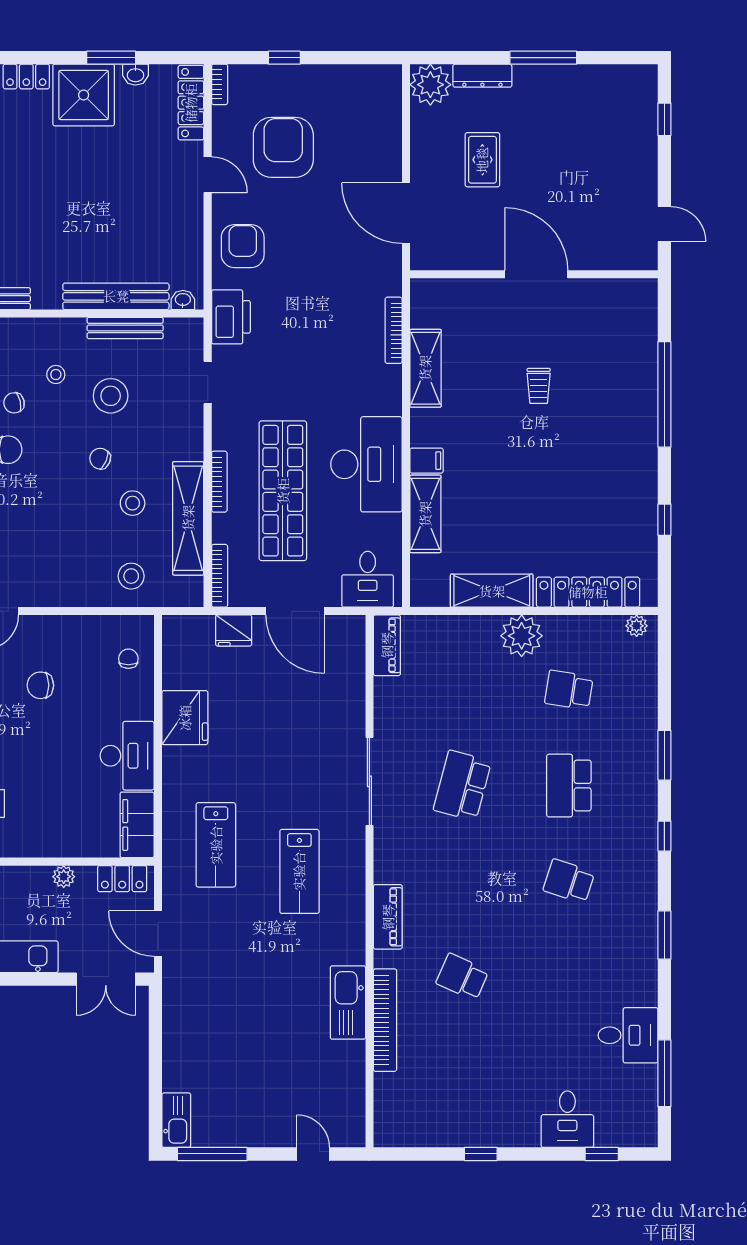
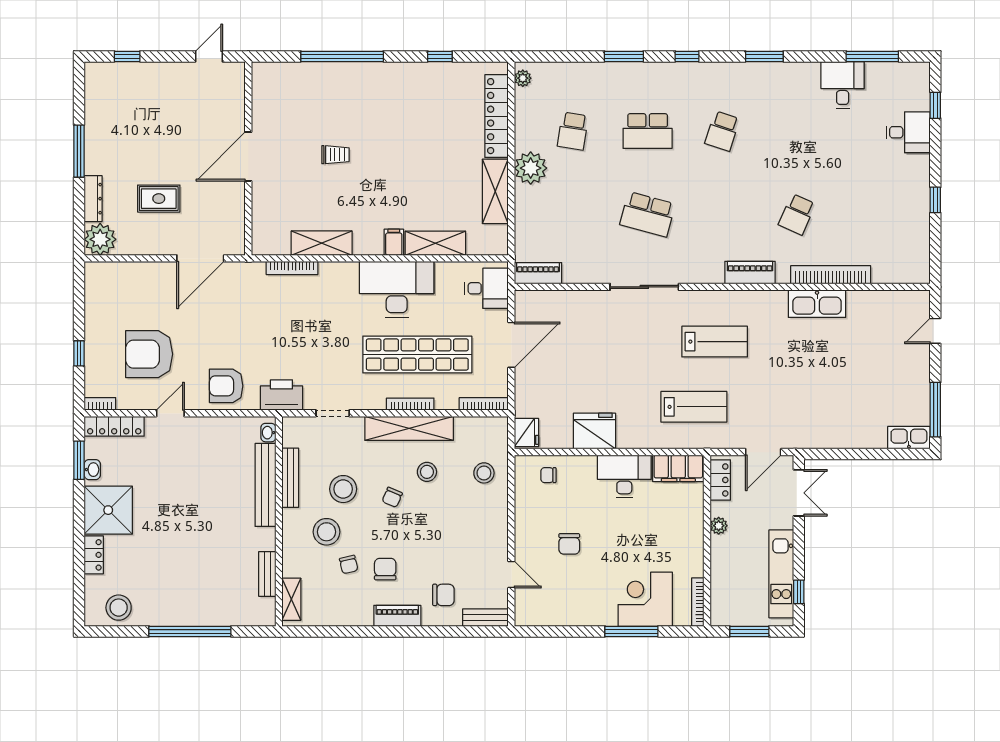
window: (111, 58) -> (79, 460), moved
stool: (56, 375) -> (327, 532), width x1.89, depth x1.89
shelving: (188, 518) -> (409, 428), moved
fridge: (234, 631) -> (526, 433), moved

